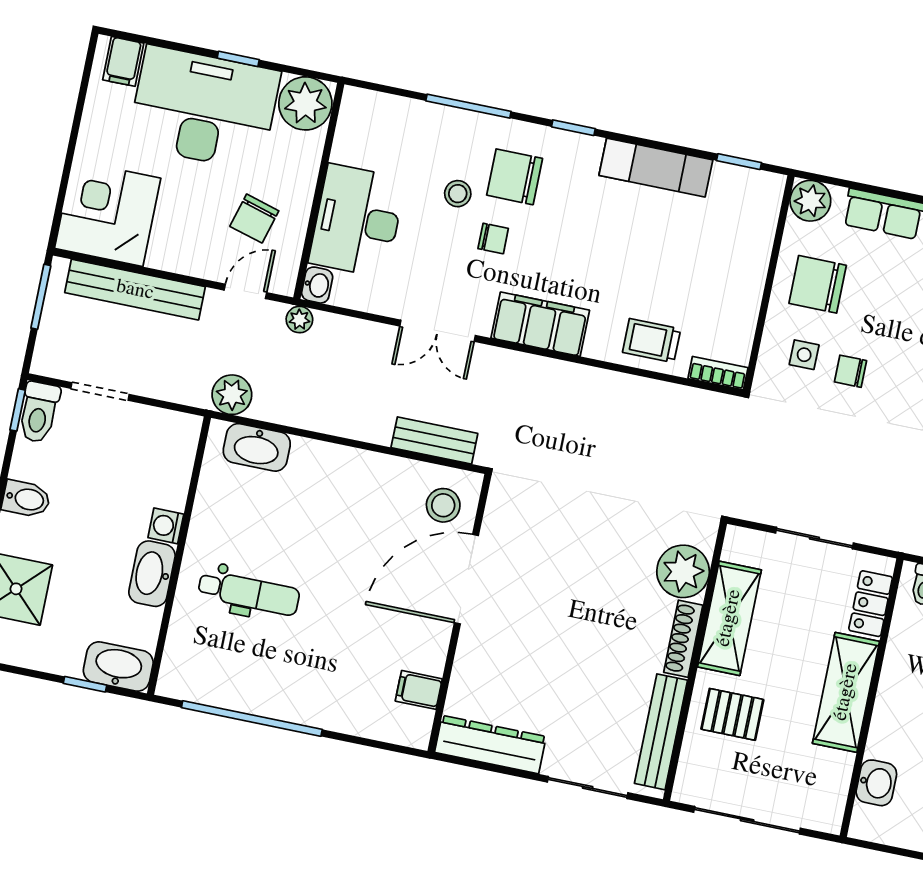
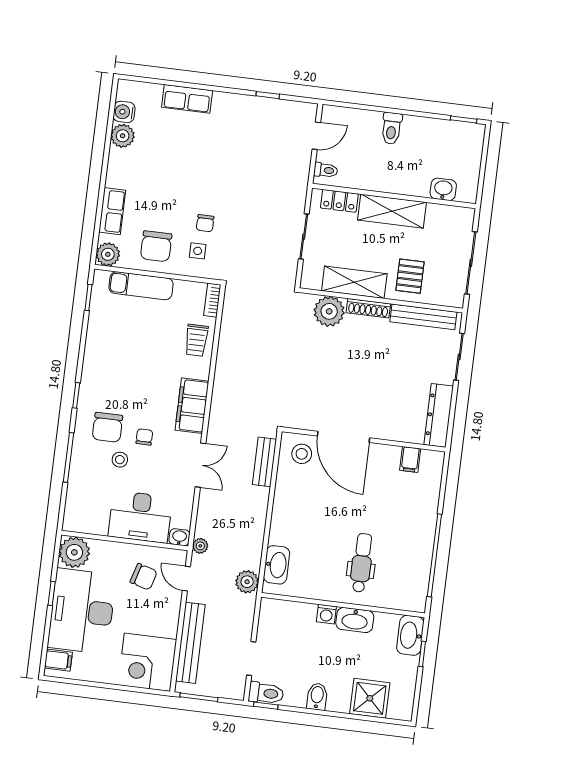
exam couch: (656, 168) -> (141, 286), moved, turned 90

